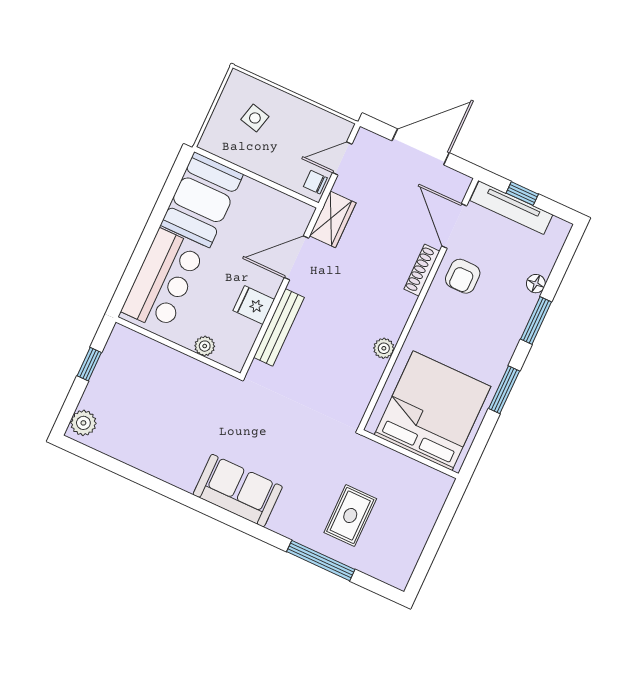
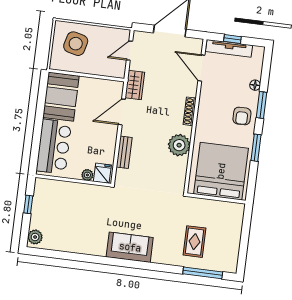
side table: (255, 118) -> (76, 44), width x1.87, depth x1.87
chair: (315, 182) -> (119, 68), removed
shoe rack: (422, 270) -> (190, 111), moved
armchair: (463, 276) -> (242, 116), moved
fridge: (254, 305) -> (102, 173), moved, turned 90
bench: (279, 327) -> (124, 152), width x0.73
plant: (384, 348) -> (179, 145), width x1.88, depth x1.88
window: (321, 561) -> (203, 273), moved

